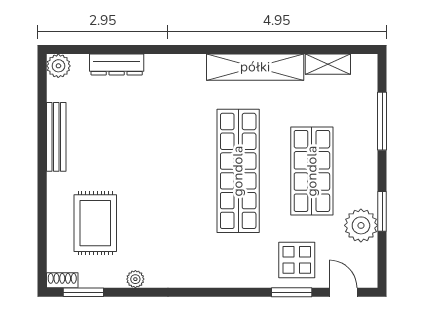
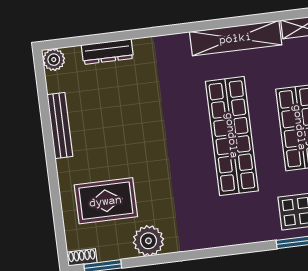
rug: (95, 223) -> (106, 201), turned 90
plant: (135, 279) -> (148, 241), width x1.88, depth x1.88

